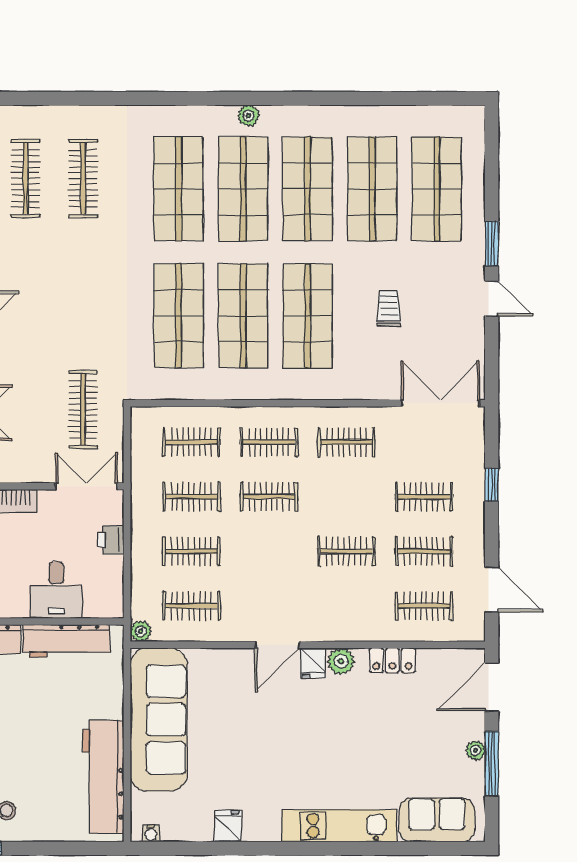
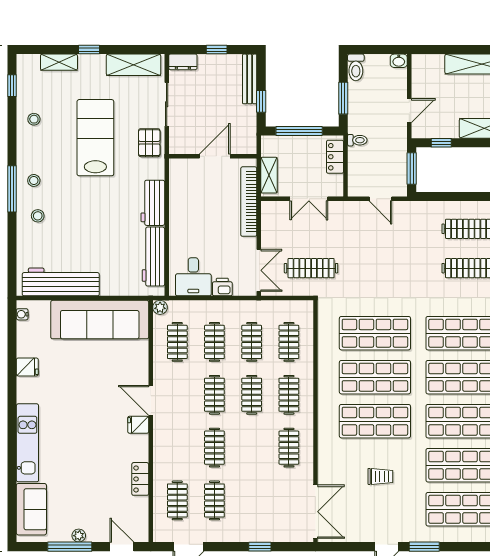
clothes rail: (424, 497) -> (214, 395), moved
desk: (56, 590) -> (193, 277), moved, turned -90
plant: (341, 661) -> (139, 444), removed
door: (492, 687) -> (122, 547), width x0.73

